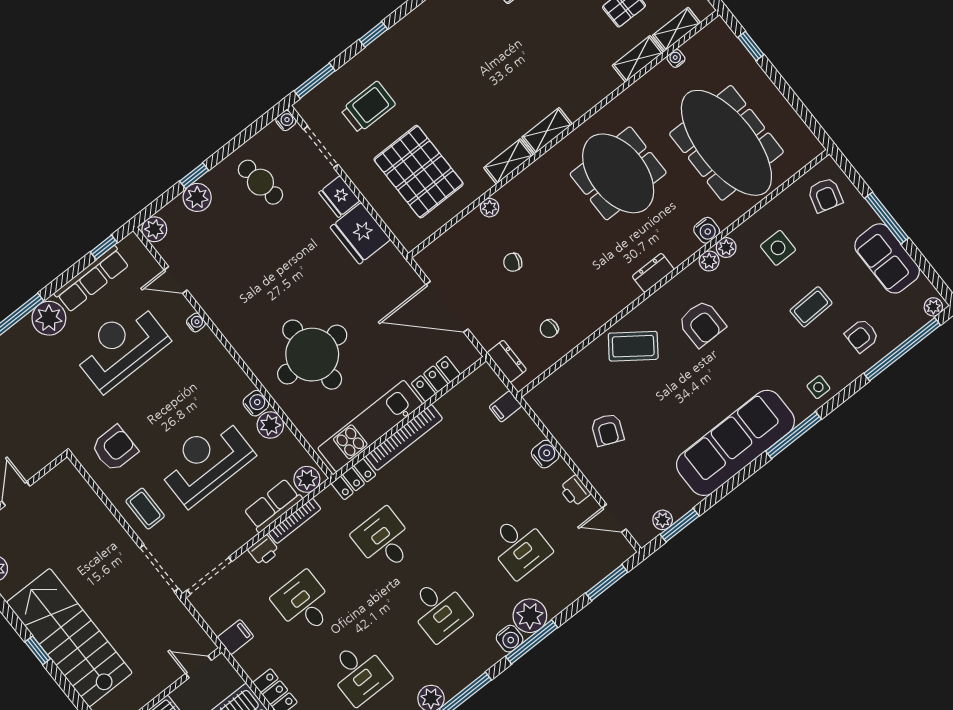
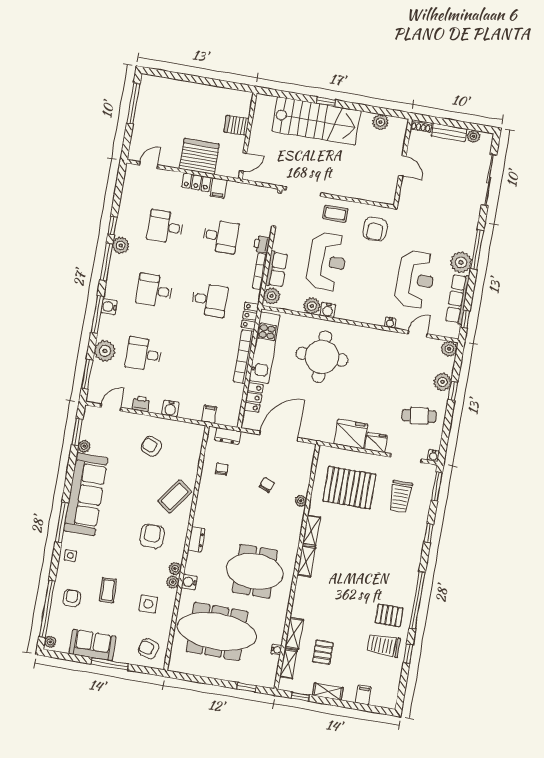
armchair: (702, 324) -> (152, 536), turned 90
plant: (663, 520) -> (84, 446), moved
plant: (530, 616) -> (105, 351), moved
filing cabinet: (235, 637) -> (219, 188), moved

